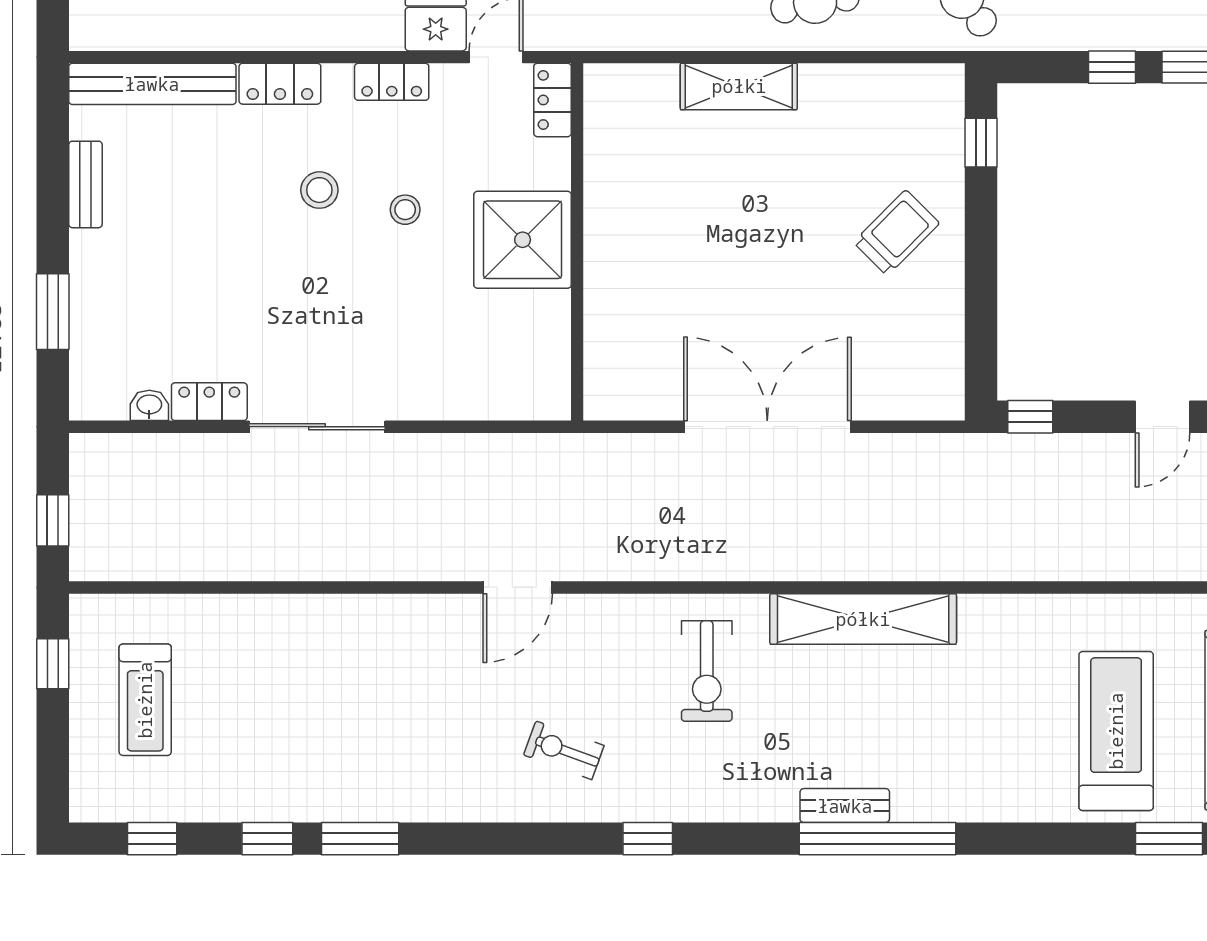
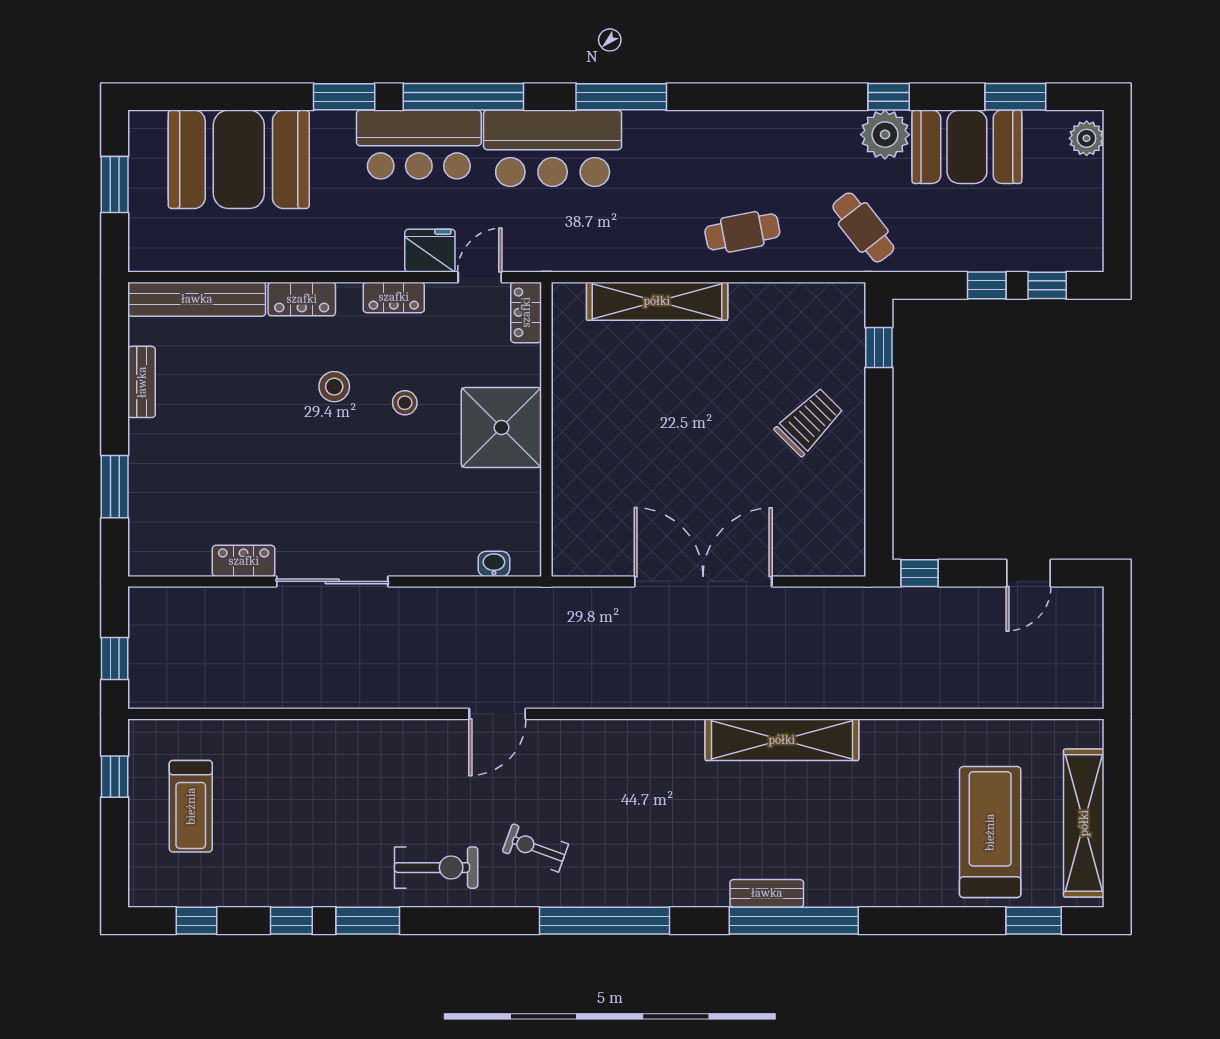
shelving: (739, 86) -> (657, 301), width x1.47
washbasin: (149, 405) -> (494, 564), moved
exercise bike: (707, 671) -> (436, 868), moved, turned -90
window: (648, 839) -> (605, 921), width x3.17

